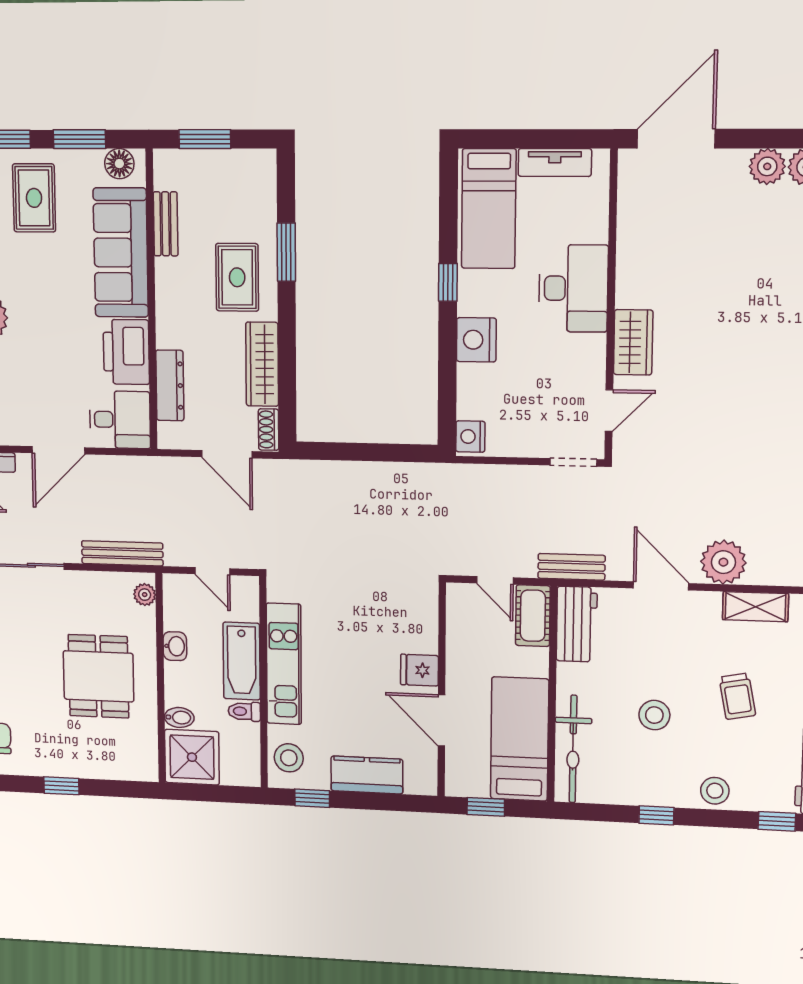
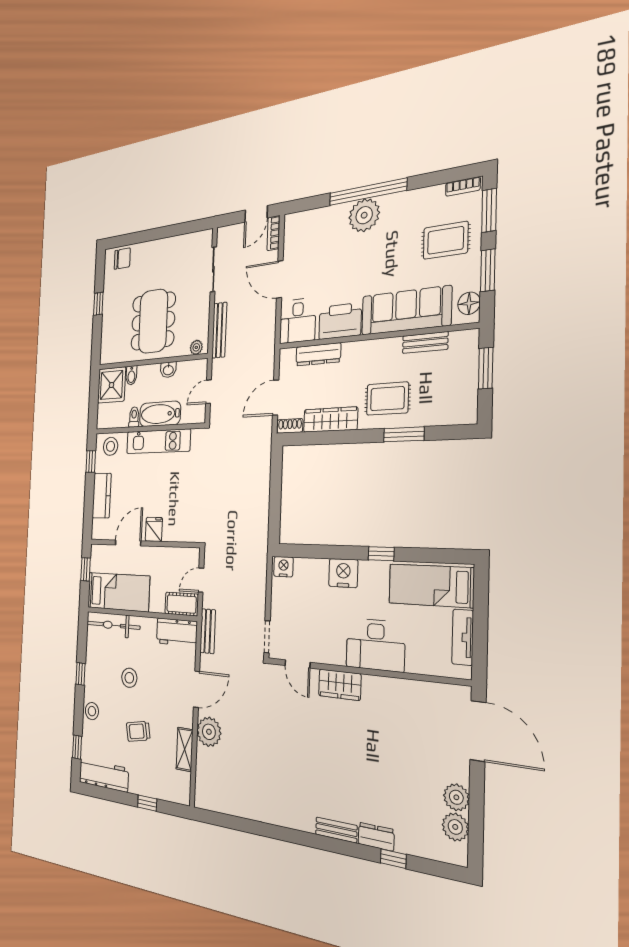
dining table: (99, 676) -> (153, 321), width x1.38

